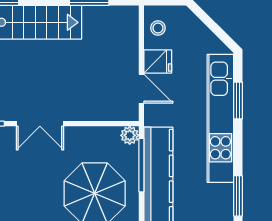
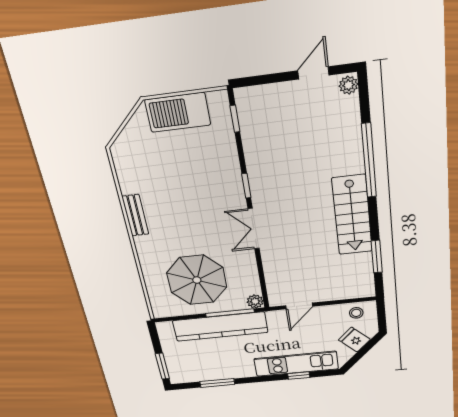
fridge: (158, 61) -> (354, 340), moved, turned 135
window: (238, 101) -> (299, 376), width x0.67
kitchen unit: (220, 118) -> (296, 364), width x0.73

